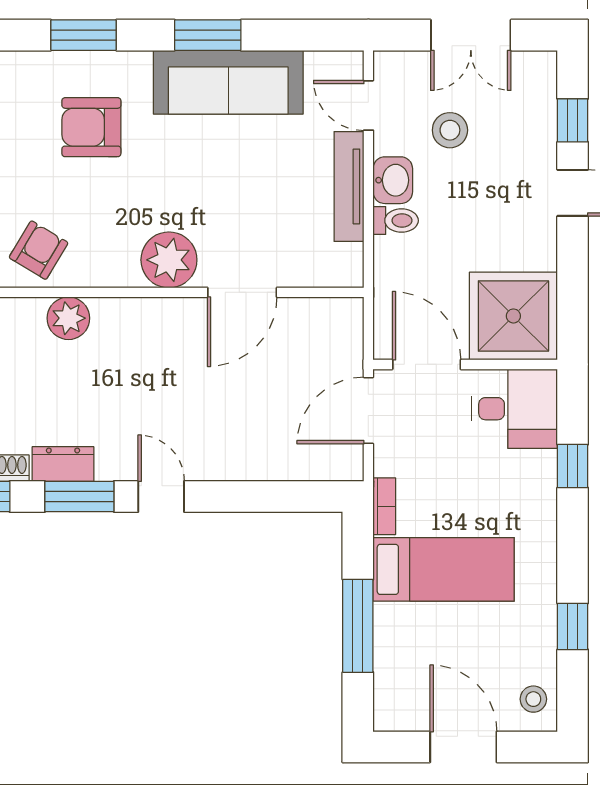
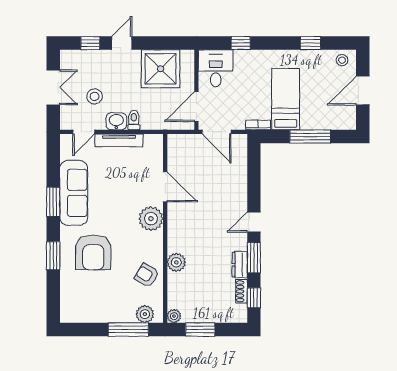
armchair: (91, 127) -> (93, 252), width x1.36, depth x1.36
shower: (513, 316) -> (161, 69), moved

